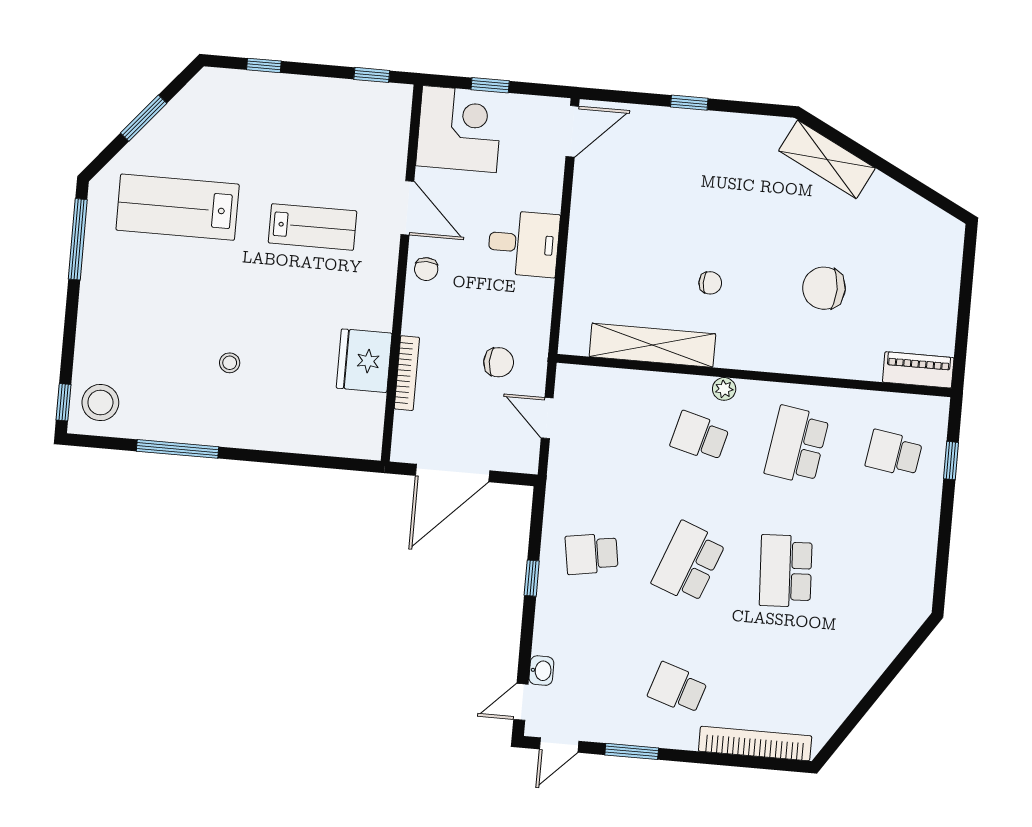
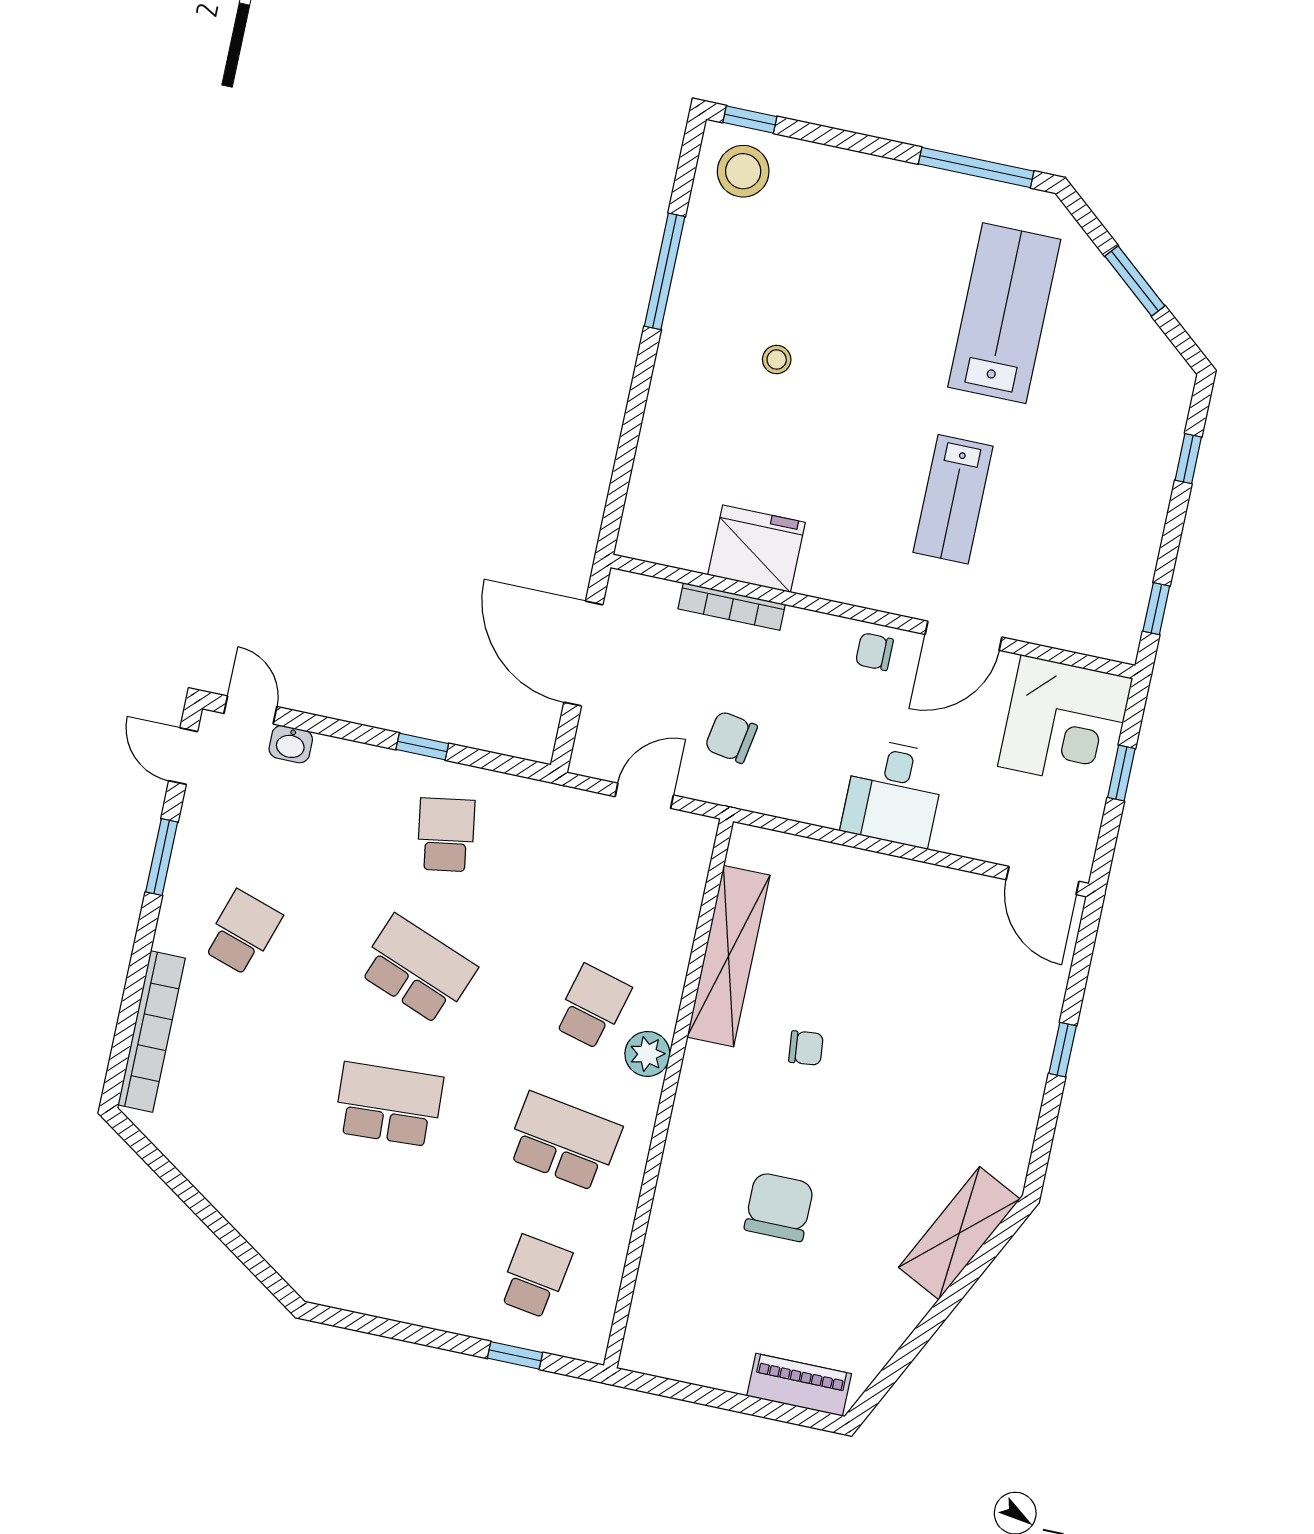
chair: (710, 283) -> (806, 1048), turned -96
chair: (499, 362) -> (731, 737), turned 100
piano: (918, 370) -> (799, 1385), moved, turned -90
plant: (724, 389) -> (647, 1054), width x1.38, depth x1.38

